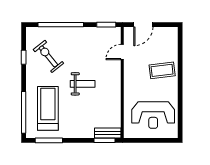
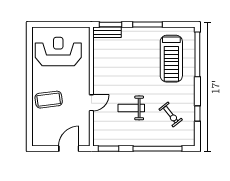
door: (122, 52) -> (91, 103), moved
exercise bike: (48, 56) -> (171, 115), width x0.73, depth x0.72
weight bench: (83, 84) -> (131, 108), moved
window: (49, 140) -> (147, 24), moved

